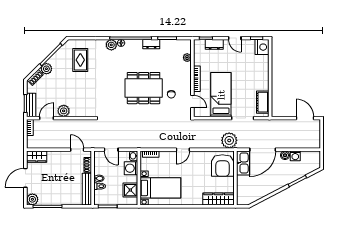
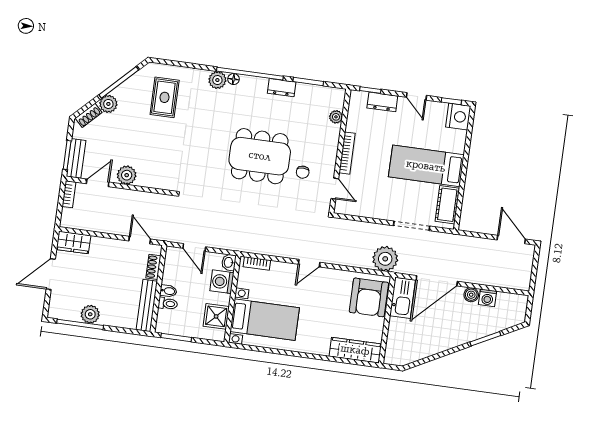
bed: (221, 95) -> (426, 166), moved, turned -90
plant: (32, 199) -> (90, 314), moved

